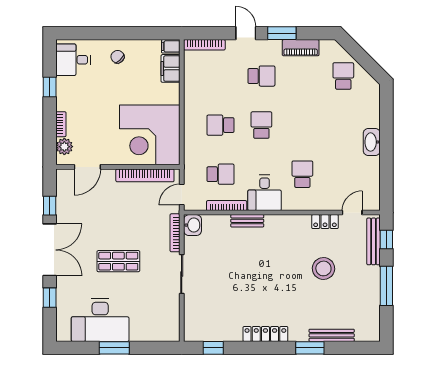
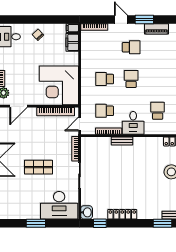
school desk: (220, 174) -> (105, 111), turned 180
washbasin: (193, 225) -> (87, 212), moved
desk: (100, 320) -> (59, 205), moved
locker: (265, 334) -> (122, 214), moved

